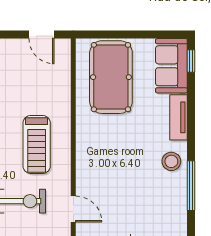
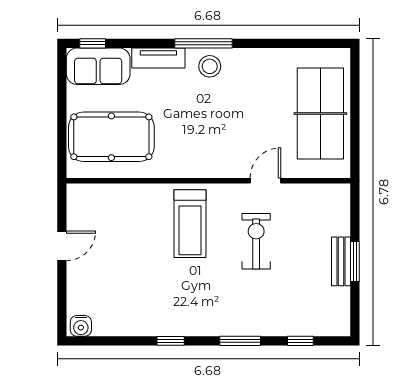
door: (41, 35) -> (62, 246), moved
treadmill: (37, 144) -> (190, 224), turned 90
window: (191, 186) -> (204, 43), moved

